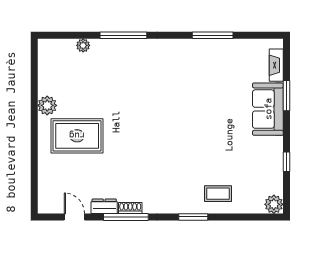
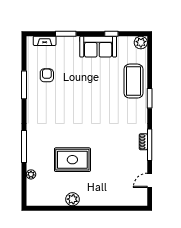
armchair: (226, 68) -> (47, 75), added
sofa: (268, 109) -> (98, 47), moved
rug: (77, 136) -> (72, 160), moved, turned 90
coffee table: (218, 194) -> (133, 81), width x1.86, depth x1.72
dresser: (104, 206) -> (142, 160), removed

